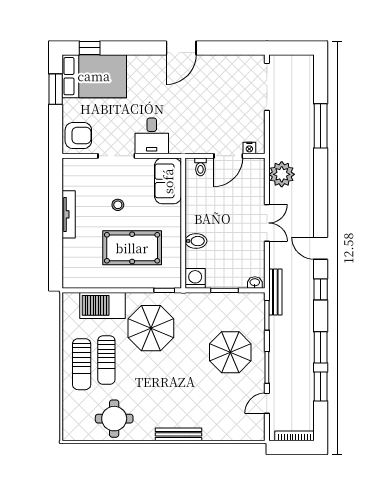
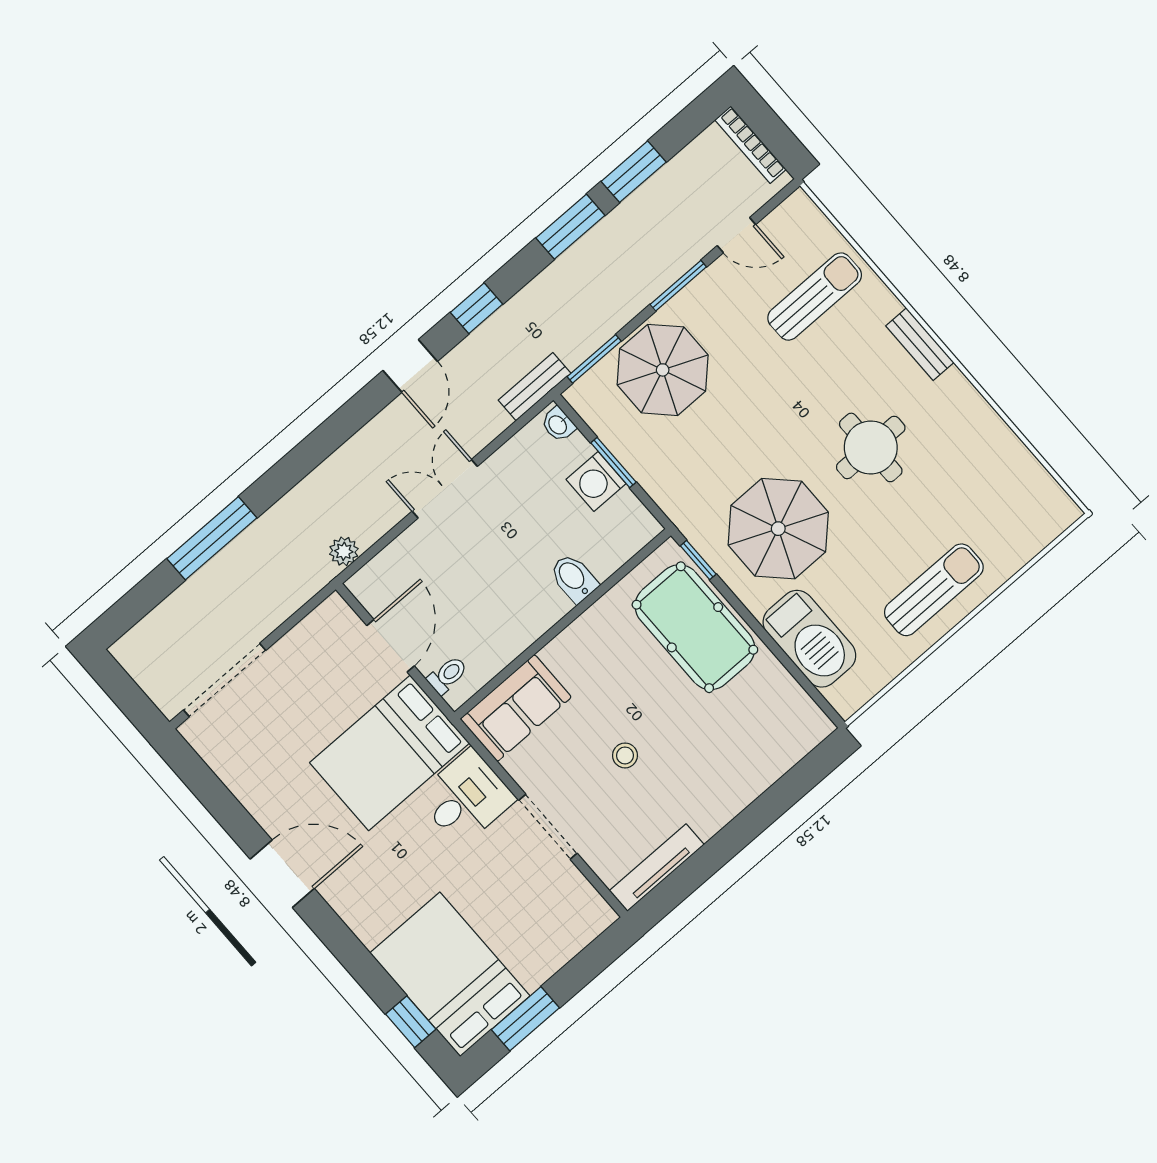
bed: (191, 123) -> (390, 753), added
armchair: (78, 136) -> (568, 917), removed
nightstand: (249, 148) -> (348, 623), removed
door: (228, 156) -> (391, 646), hinge flipped
plant: (282, 174) -> (344, 551), width x0.53, depth x0.53
tv unit: (69, 214) -> (657, 868), moved
pool table: (132, 248) -> (695, 627), moved
washing machine: (195, 278) -> (596, 481), moved
bench: (275, 292) -> (535, 387), width x0.73
parasol: (230, 352) -> (663, 370), moved
sun lounger: (106, 360) -> (815, 297), moved
round table: (114, 419) -> (871, 447), moved
bench: (179, 434) -> (920, 344), width x0.73

